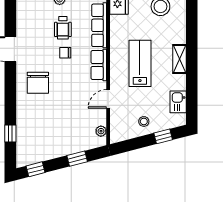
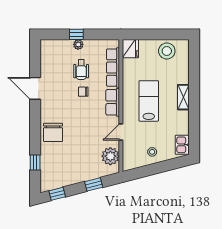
chair: (38, 83) -> (53, 132), moved
kitchen sink: (178, 102) -> (182, 145), moved
plant: (101, 131) -> (110, 156), width x1.88, depth x1.88
window: (163, 136) -> (169, 165), removed

